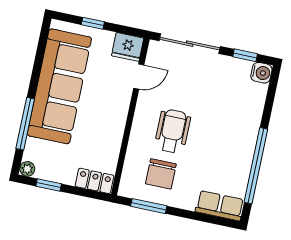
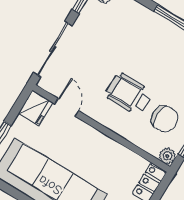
plant: (126, 189) -> (167, 156), added

